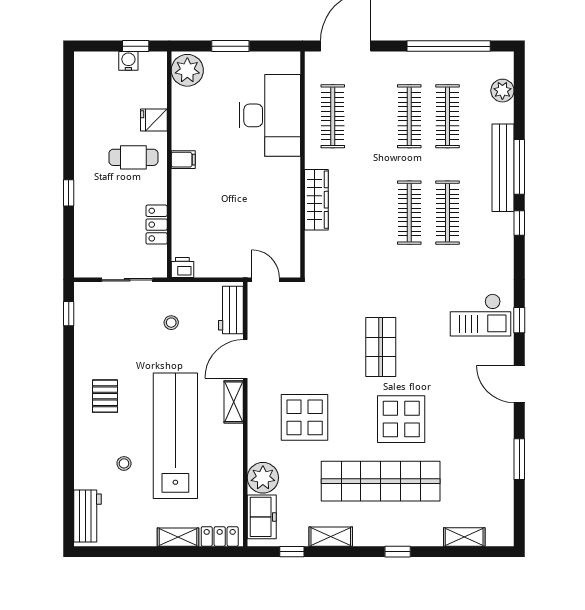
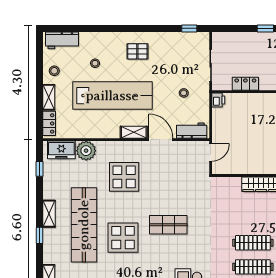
stool: (136, 528) -> (54, 71), added
shelving: (331, 537) -> (49, 214), moved

